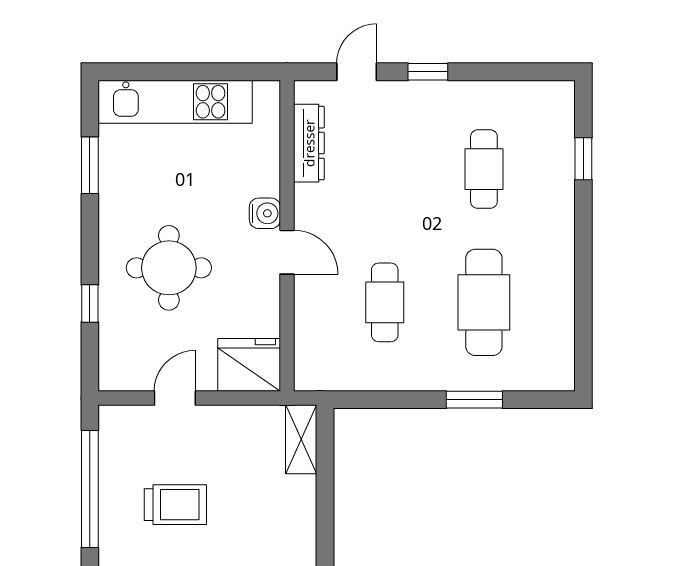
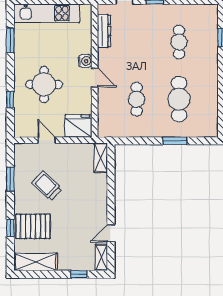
door: (175, 398) -> (47, 140), hinge flipped
window: (90, 489) -> (10, 179), width x0.47
trolley: (175, 505) -> (47, 186), turned -137

